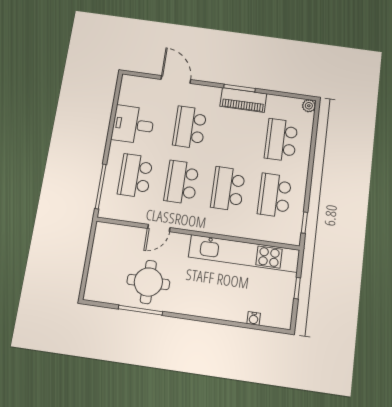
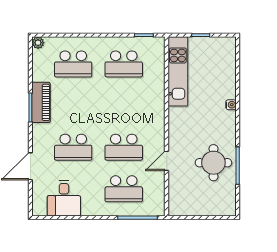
desk: (133, 125) -> (64, 198), moved
school desk: (228, 189) -> (124, 106), removed
door: (159, 228) -> (167, 161), swing flipped
kitchen unit: (244, 253) -> (178, 71), width x0.73
water cooler: (254, 318) -> (231, 105), moved

